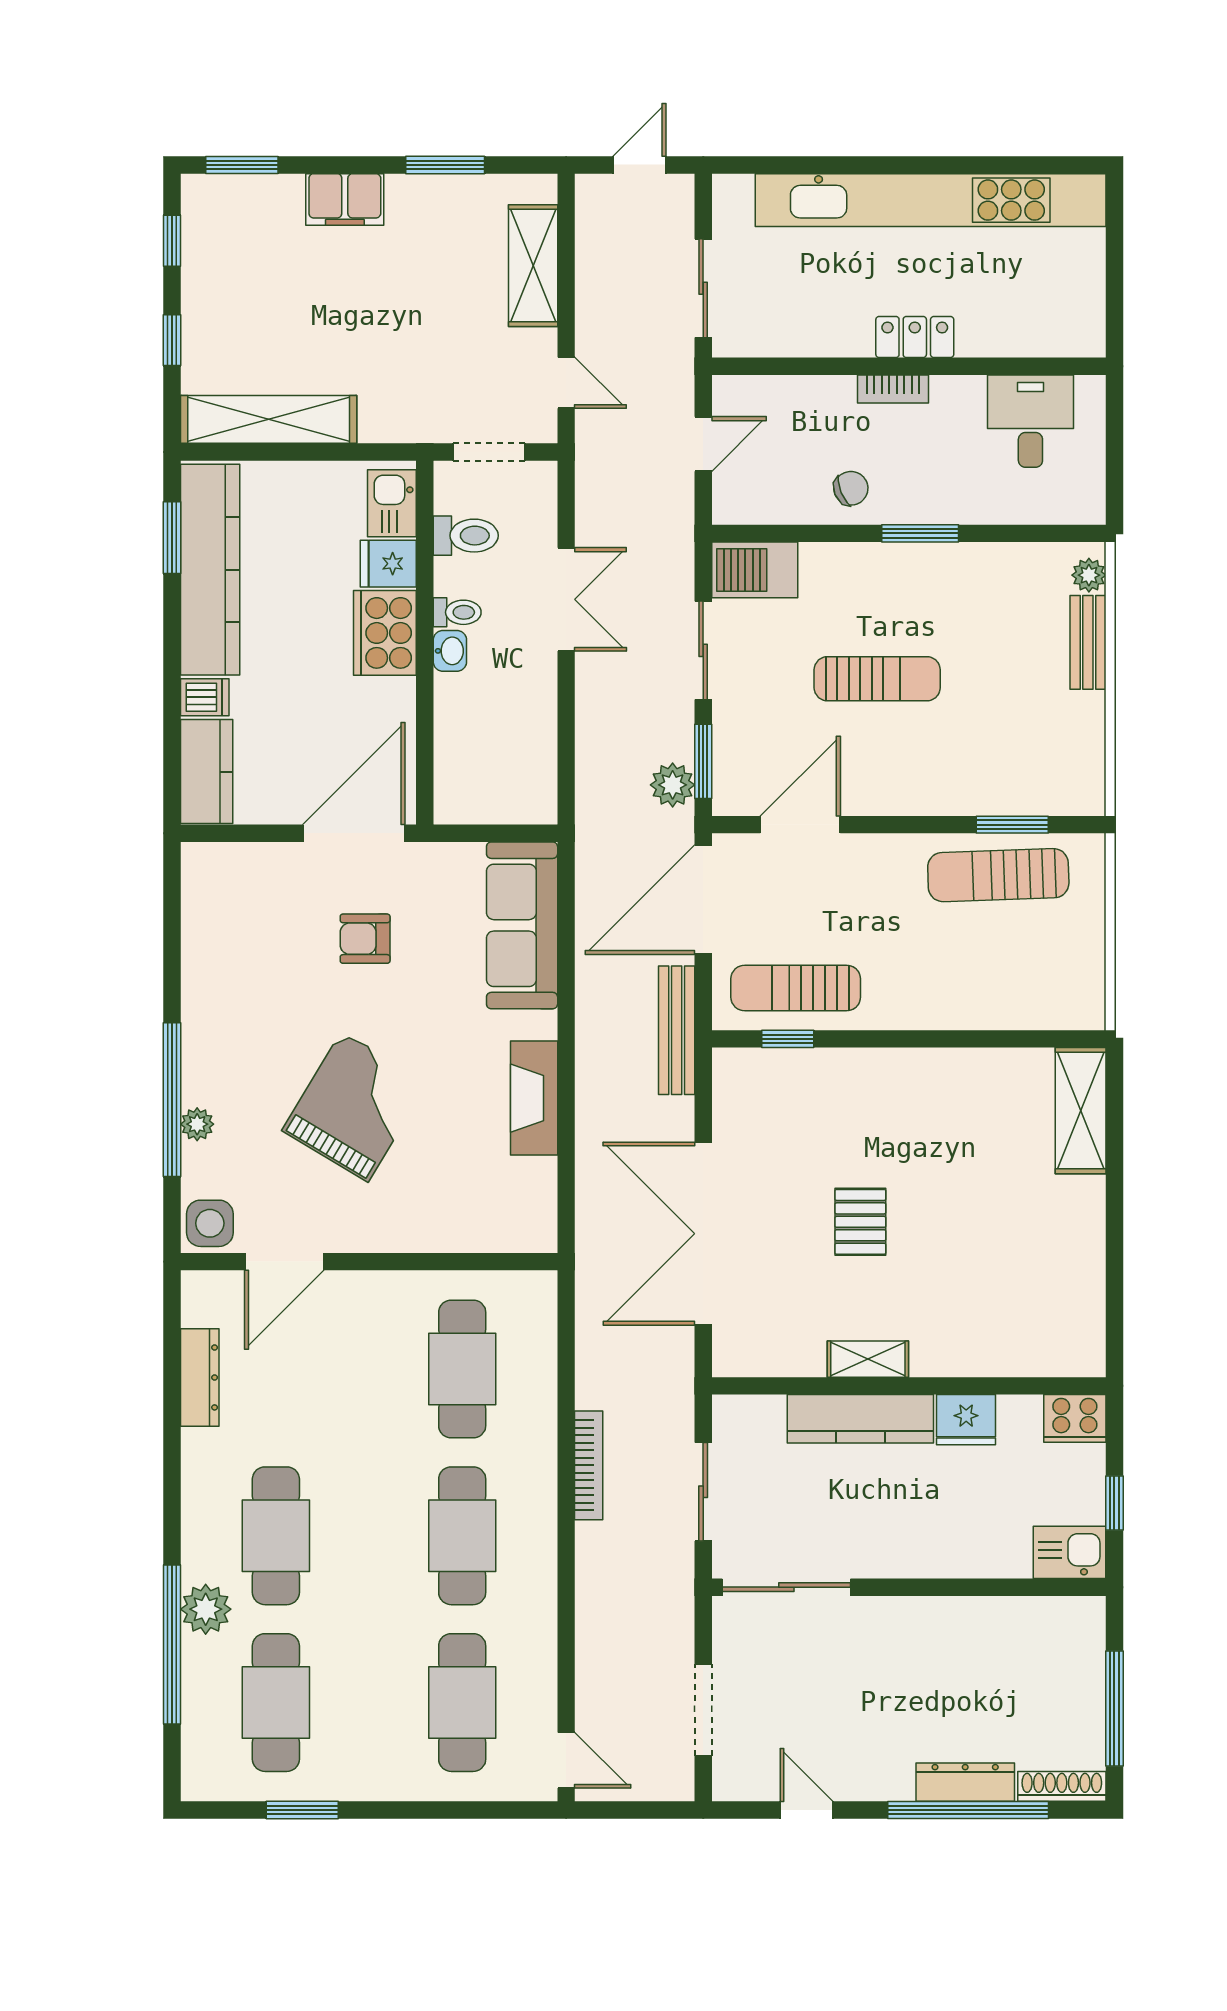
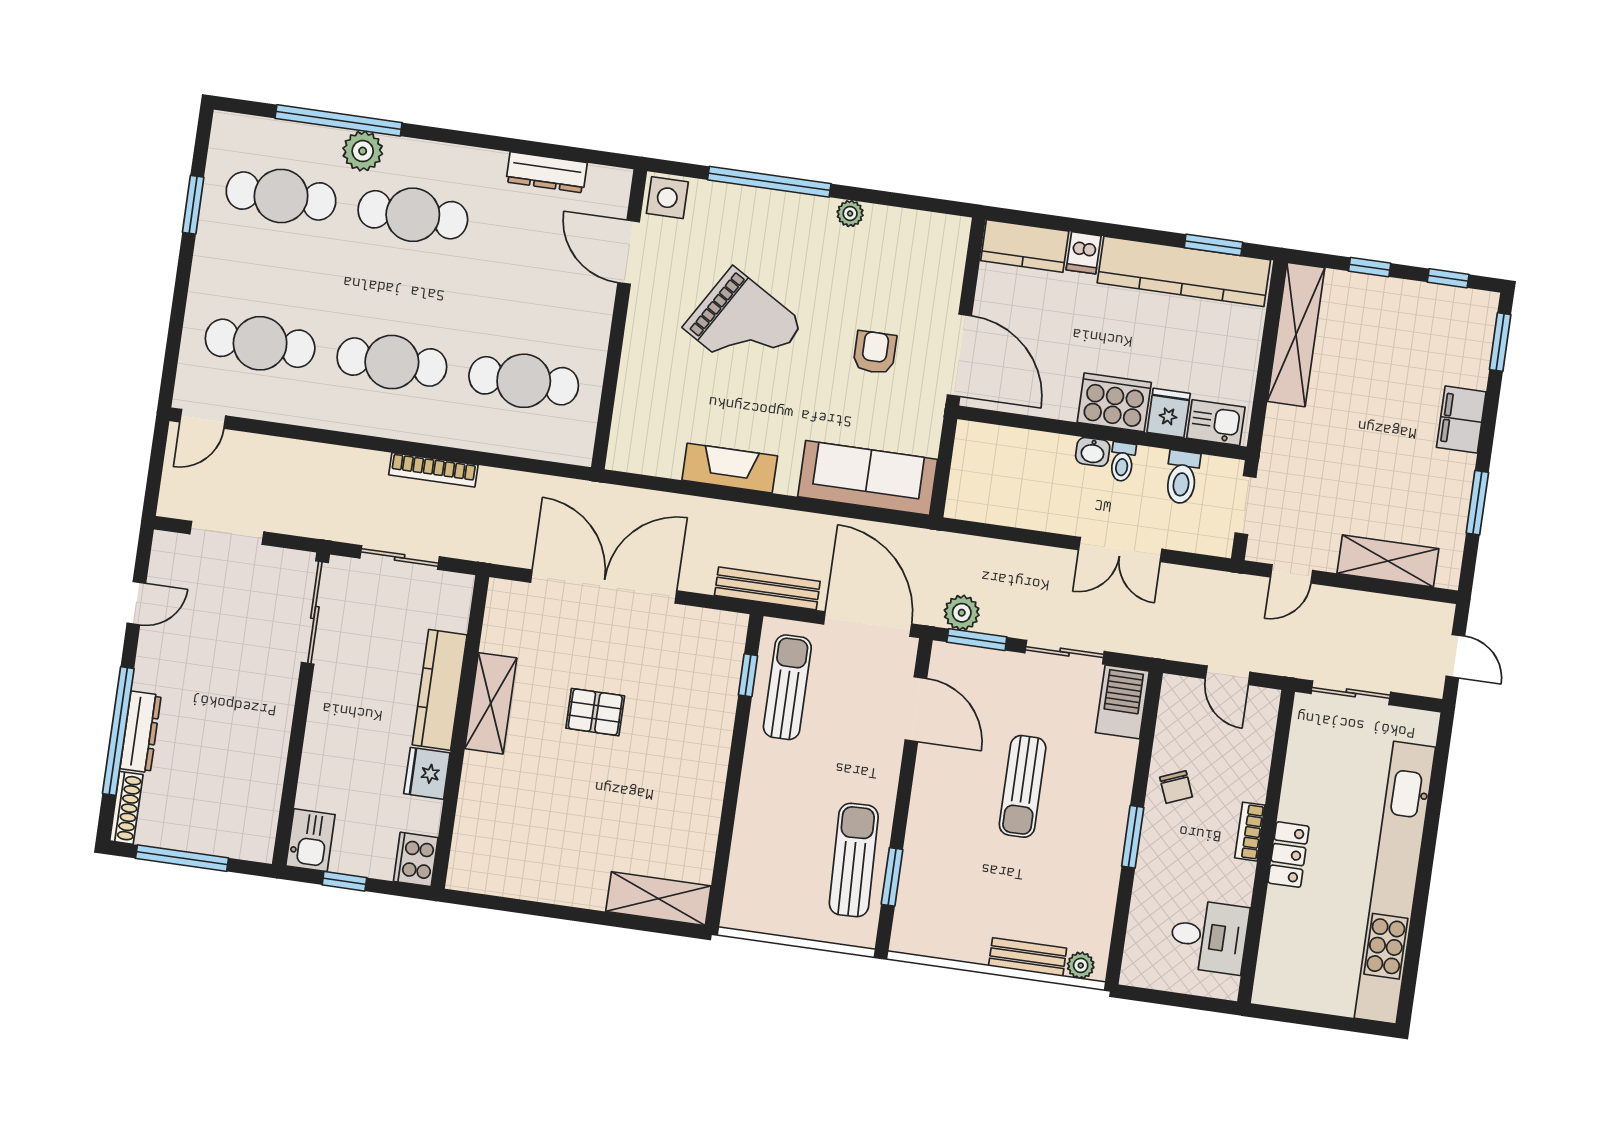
plant: (197, 1124) -> (850, 213), moved
shelving: (868, 1359) -> (491, 703), width x1.50, depth x1.33

